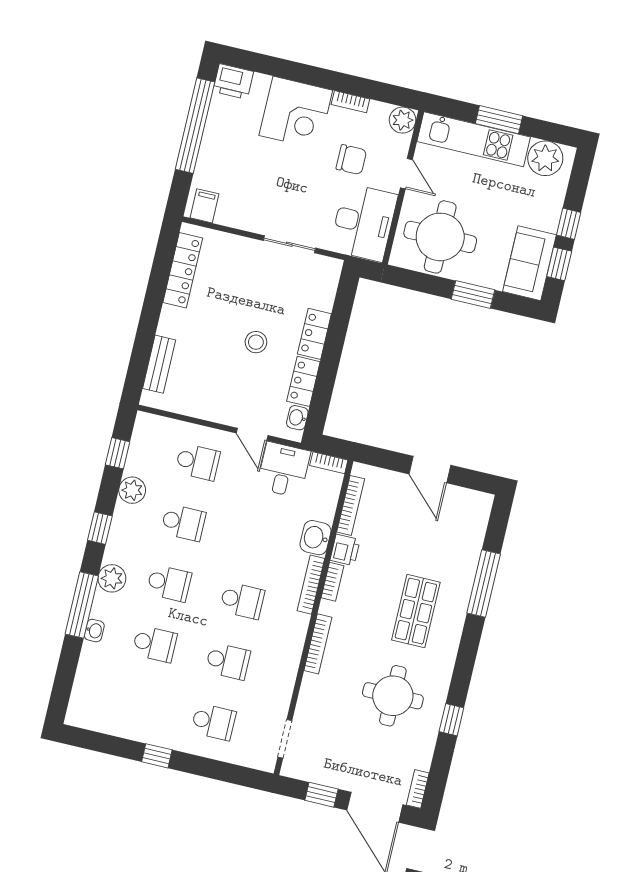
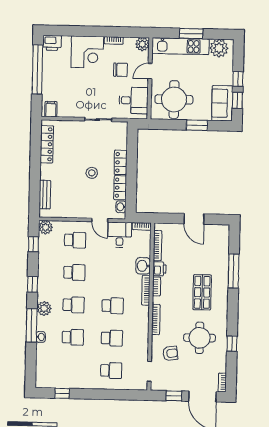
door: (406, 174) -> (150, 71), swing flipped
desk: (364, 222) -> (134, 100), width x0.73
plant: (132, 490) -> (46, 227), moved
armchair: (331, 713) -> (170, 353), added
window: (157, 756) -> (62, 393), moved

